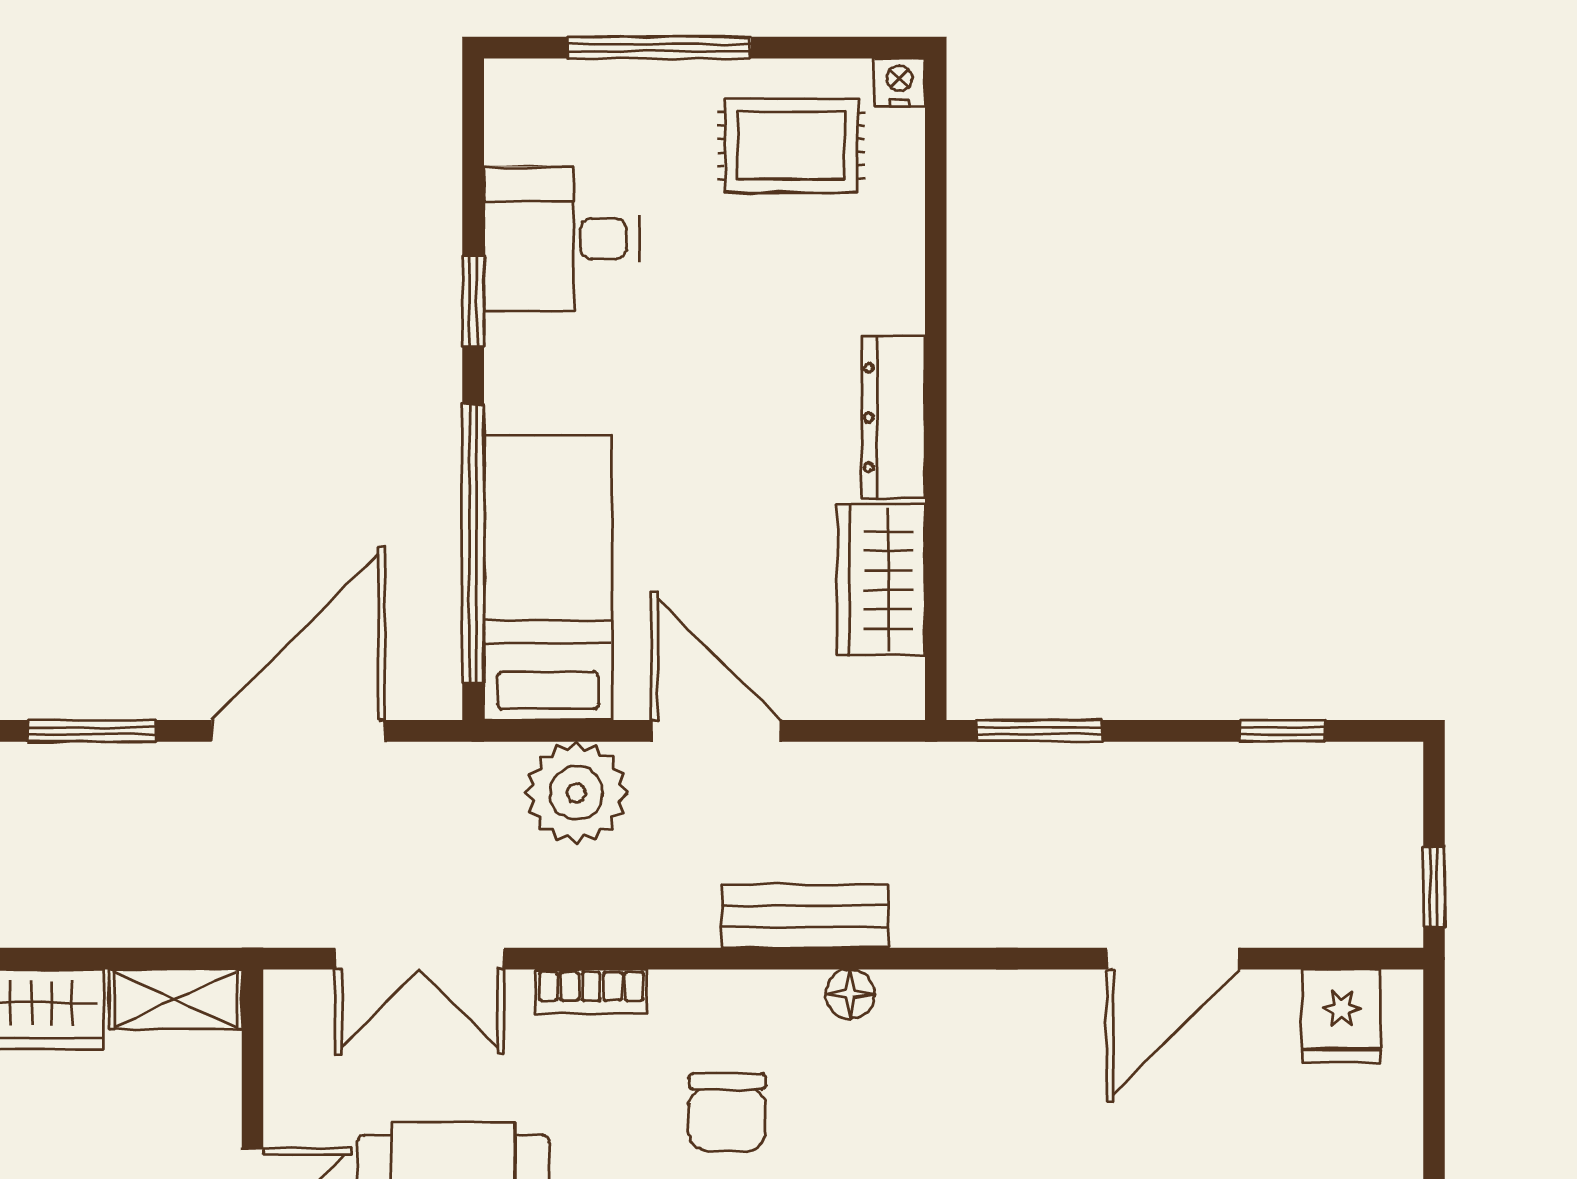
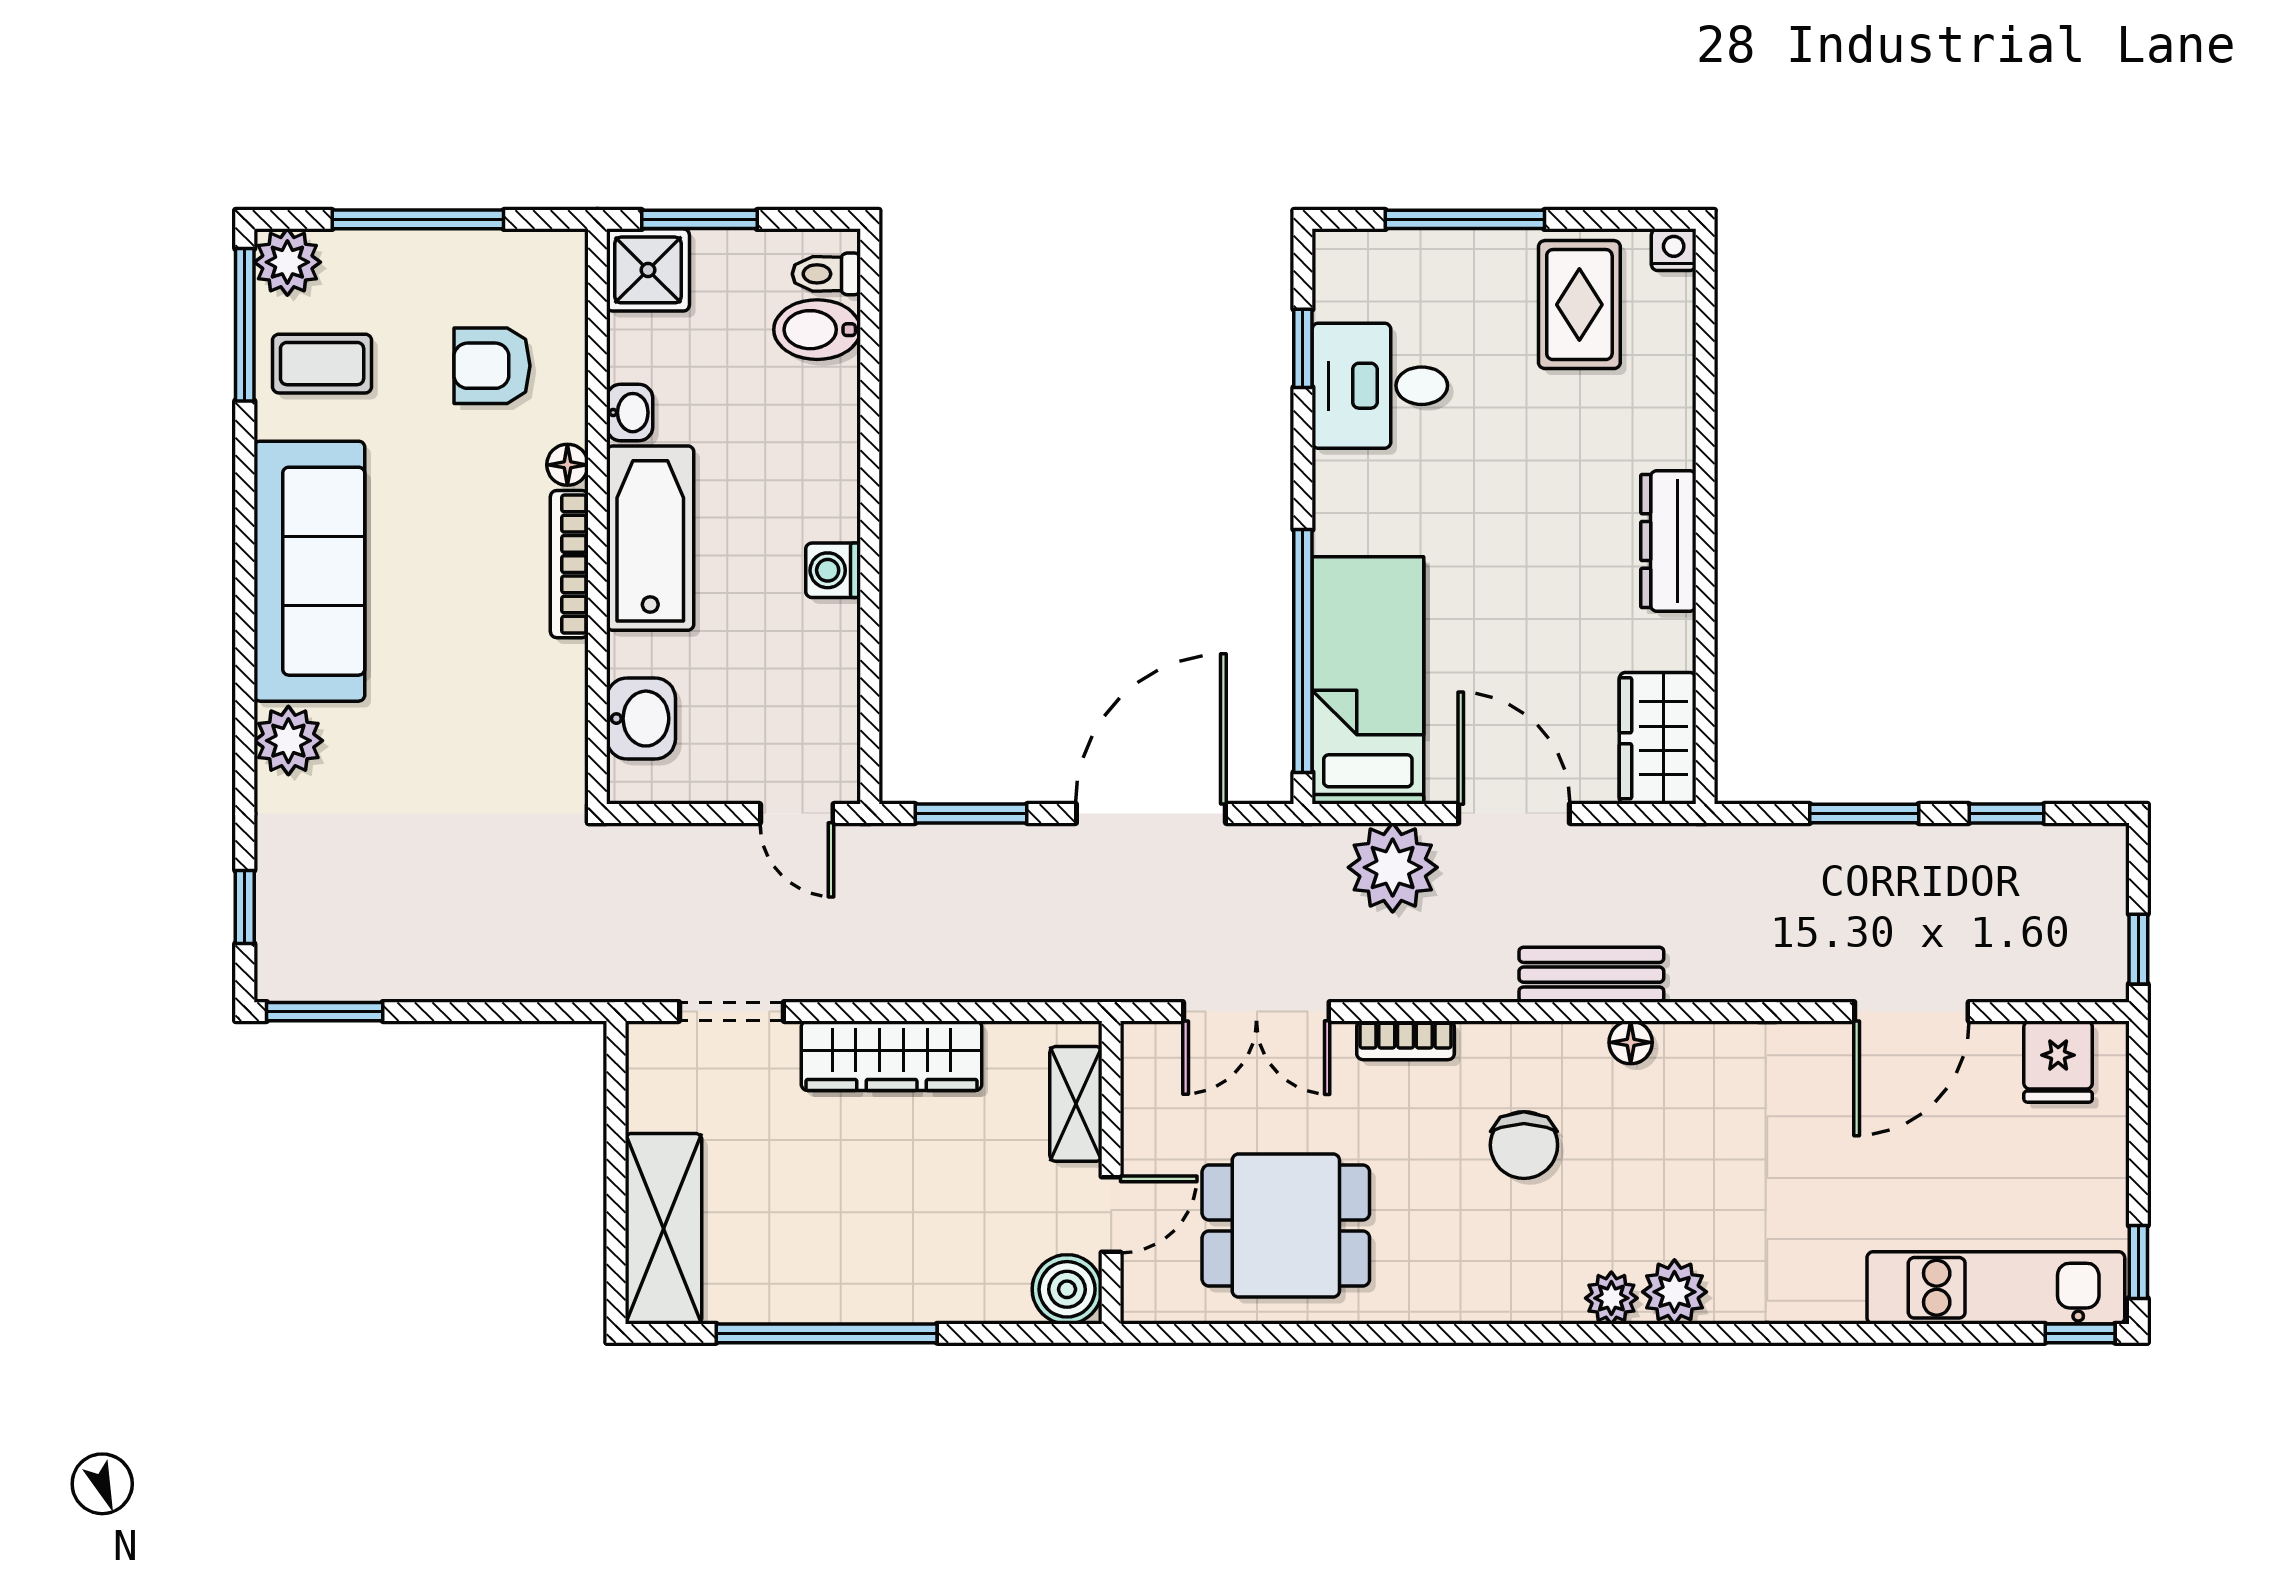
rug: (791, 145) -> (1579, 305), turned 90
window: (473, 301) -> (1303, 348), moved
wardrobe: (881, 580) -> (1658, 738), moved
window: (1039, 731) -> (1864, 814), moved
shelving: (176, 999) -> (1076, 1104), moved, turned 90

